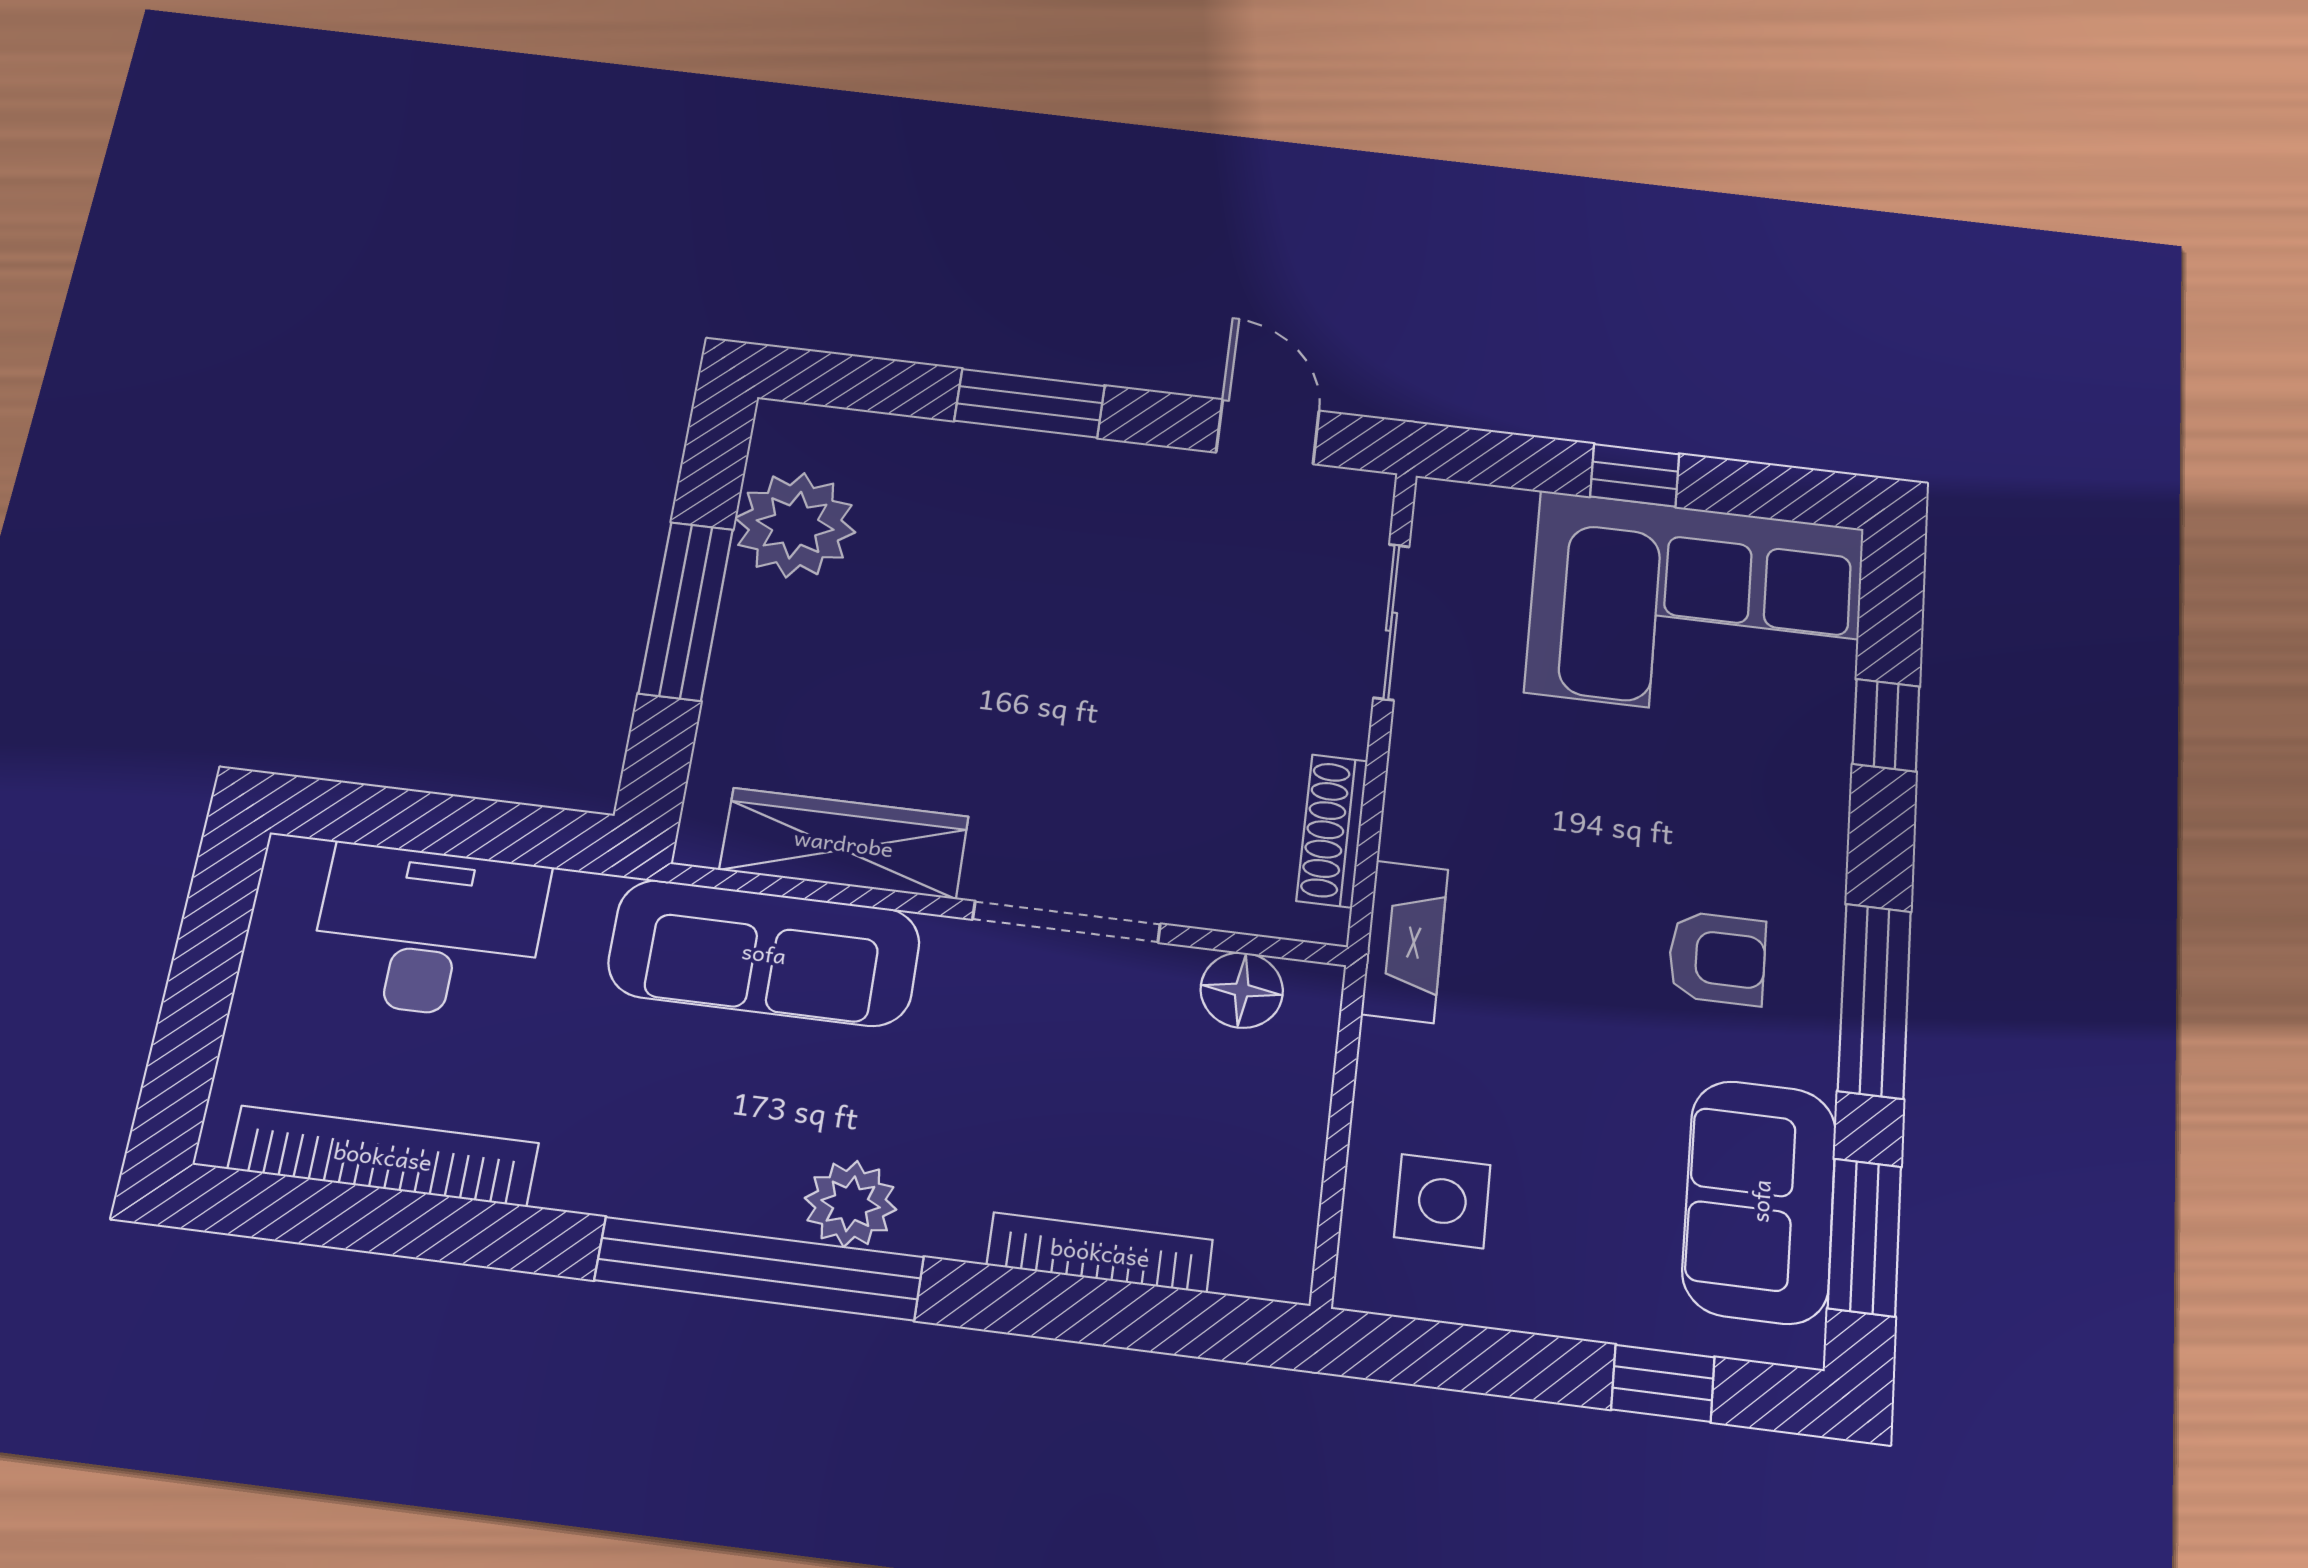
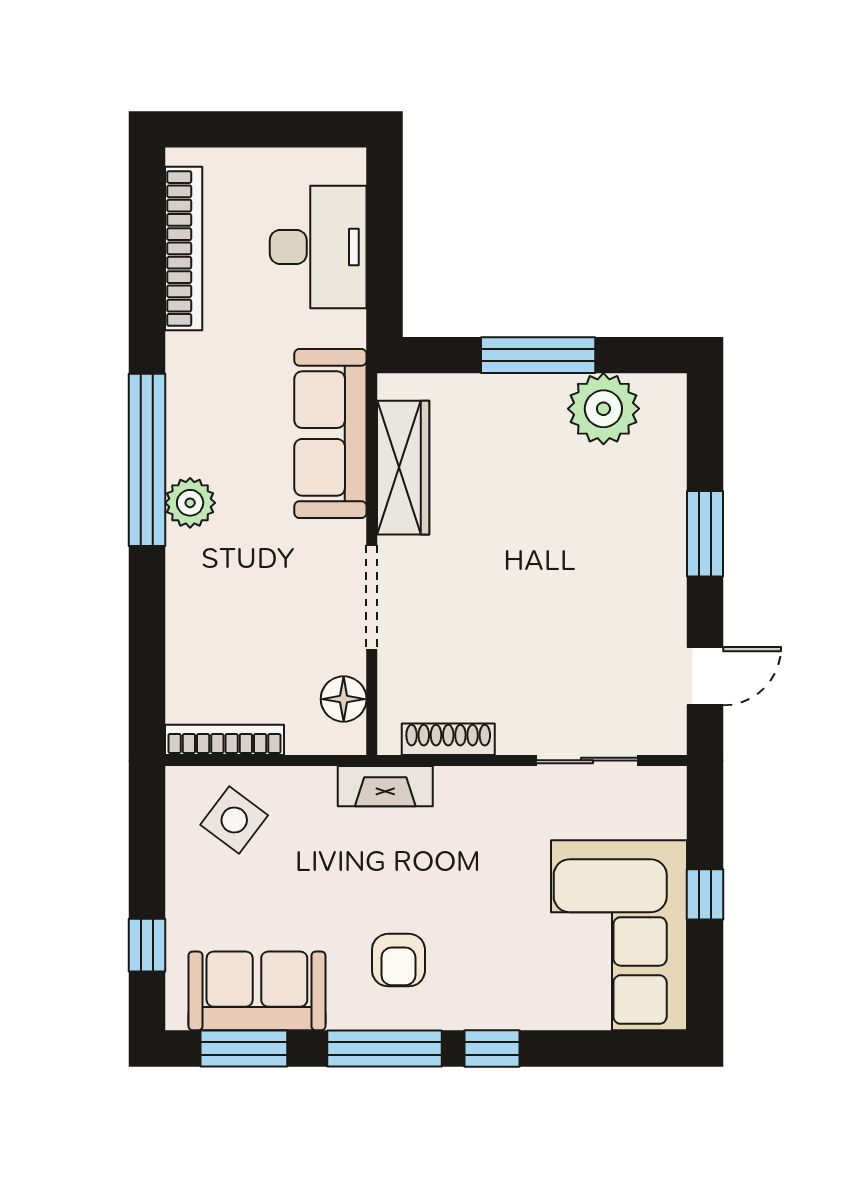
window: (1886, 725) -> (492, 1049), moved
side table: (1442, 1201) -> (234, 820), turned 37
bookcase: (1100, 1252) -> (224, 740), moved, turned -90

